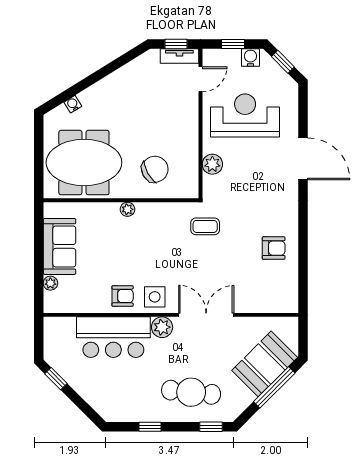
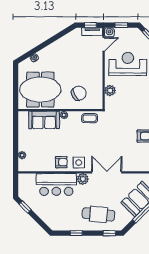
water cooler: (250, 57) -> (109, 33), moved
coffee table: (205, 226) -> (90, 118), moved
sofa: (59, 246) -> (44, 120), moved, turned 90

